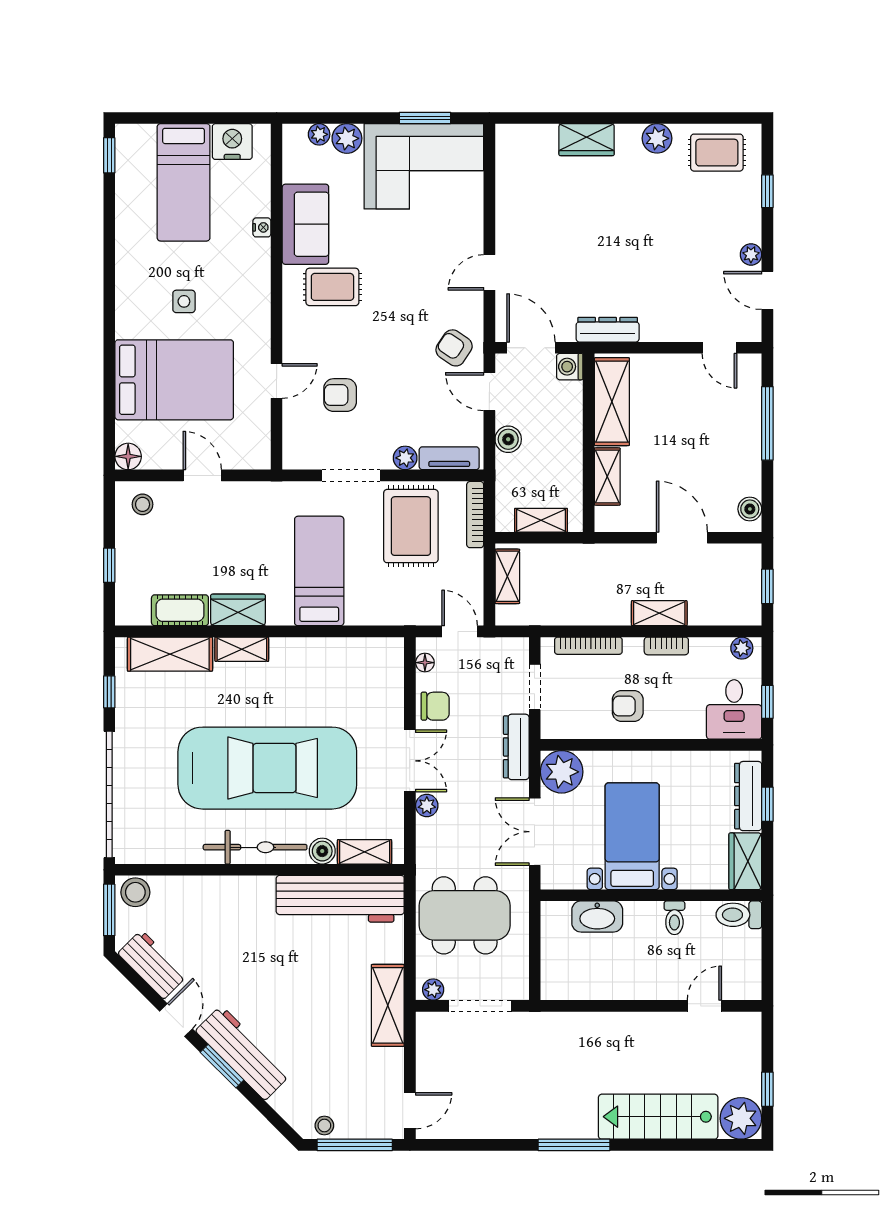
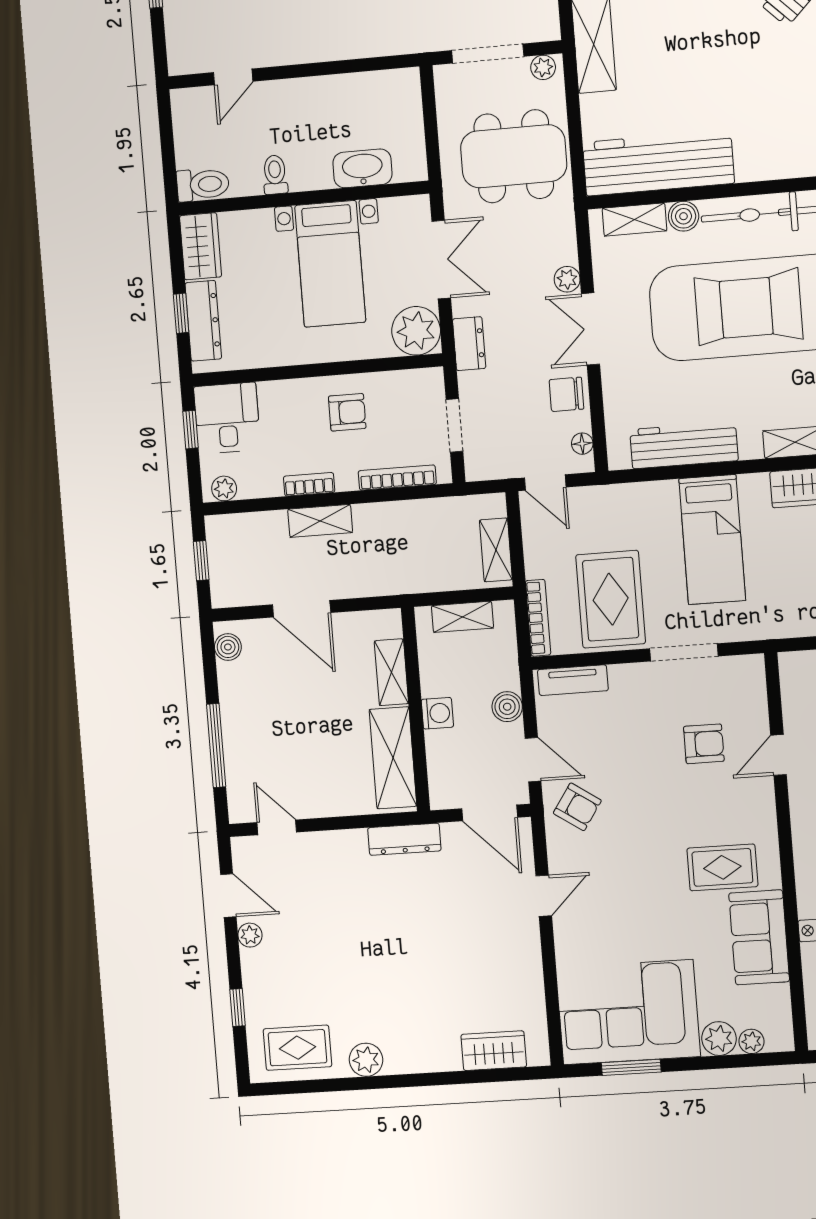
wardrobe: (587, 140) -> (494, 1051), moved
washing machine: (570, 367) -> (437, 713), moved
plant: (405, 458) -> (623, 677), removed
workbench: (337, 654) -> (684, 445), added
dresser: (516, 747) -> (469, 344), width x0.70

